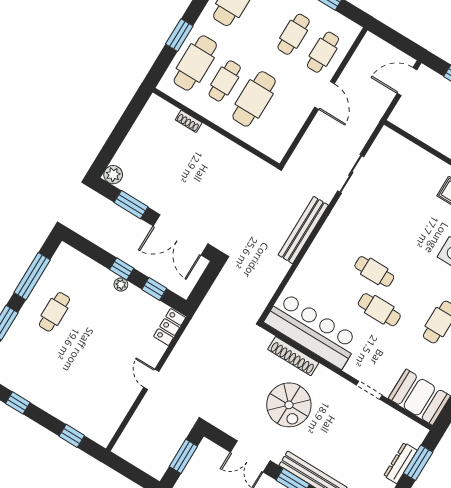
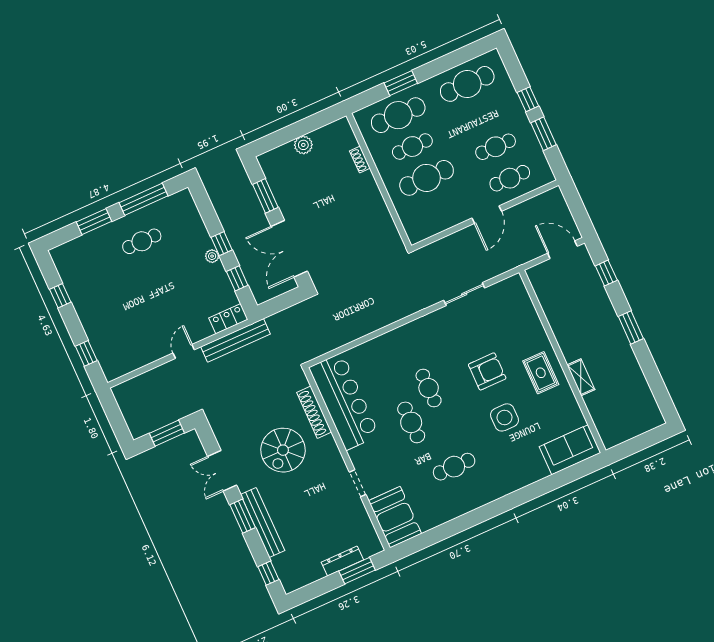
plant: (113, 175) -> (303, 145), moved
armchair: (413, 225) -> (487, 371), added
bench: (303, 230) -> (235, 340), moved

